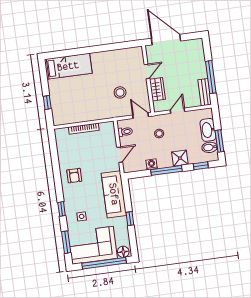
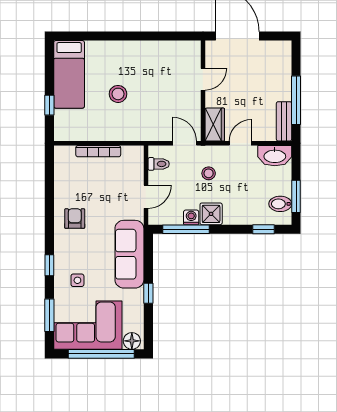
bed: (68, 66) -> (69, 74), moved, turned 90
wardrobe: (157, 89) -> (215, 125), moved
stool: (120, 92) -> (118, 94), moved
washbasin: (208, 130) -> (275, 156), moved, turned -90
shower: (180, 158) -> (211, 214), moved
window: (166, 170) -> (186, 229), moved
armchair: (74, 176) -> (75, 219), turned 180

